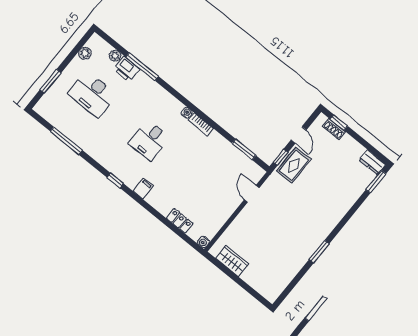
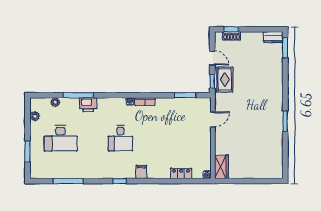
printer: (127, 69) -> (88, 105), moved
door: (252, 194) -> (213, 119), swing flipped
wardrobe: (232, 261) -> (221, 167), moved, turned 90

